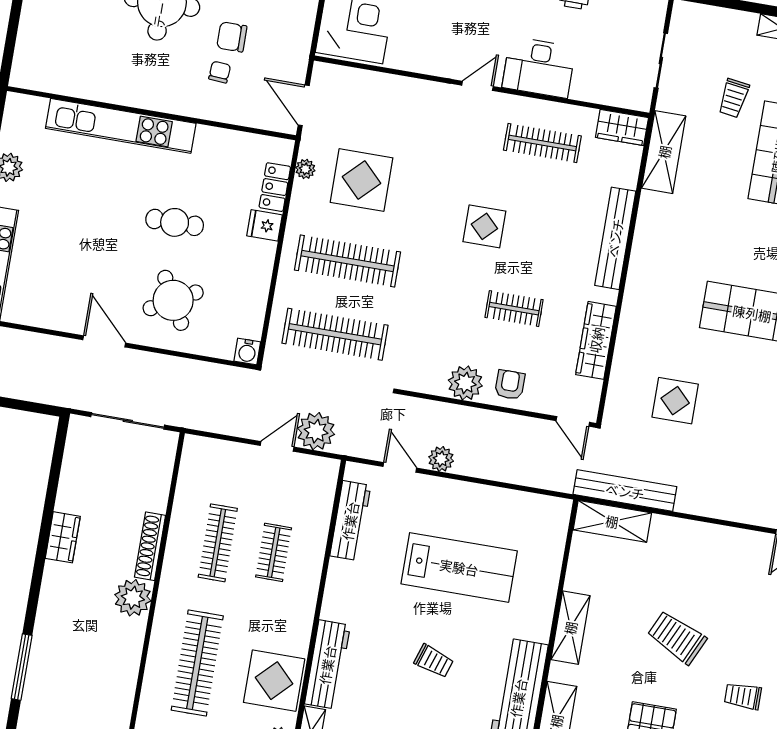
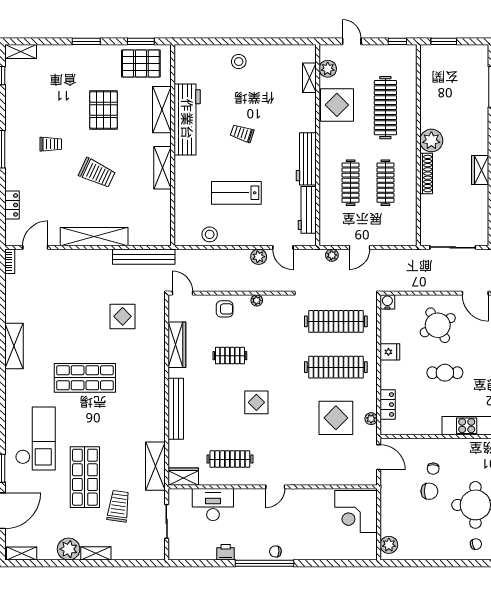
desk: (539, 67) -> (213, 505), moved
trolley: (734, 98) -> (118, 506), width x1.36, depth x1.39
fridge: (265, 225) -> (390, 352), moved
plant: (465, 383) -> (257, 300), width x0.53, depth x0.53
armchair: (510, 385) -> (225, 309), turned -90
plant: (316, 431) -> (332, 255), width x0.53, depth x0.53
stool: (513, 508) -> (210, 234), added
shelving: (612, 521) -> (94, 237), moved, width x1.47
clothes rail: (274, 552) -> (351, 183), width x1.36
lab bench: (459, 567) -> (236, 193), width x0.73, depth x0.72
workbench: (327, 665) -> (306, 159), moved

